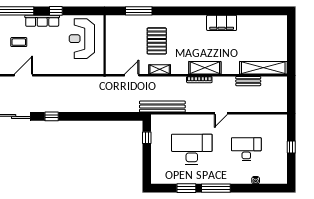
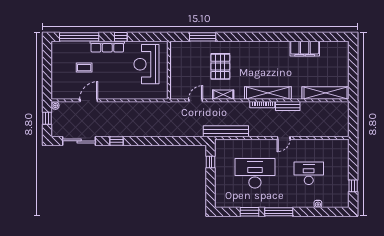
filing cabinet: (222, 23) -> (305, 49), moved
shelving: (205, 68) -> (268, 93), width x1.47
bench: (248, 81) -> (288, 106), moved
window: (291, 147) -> (353, 186), moved

